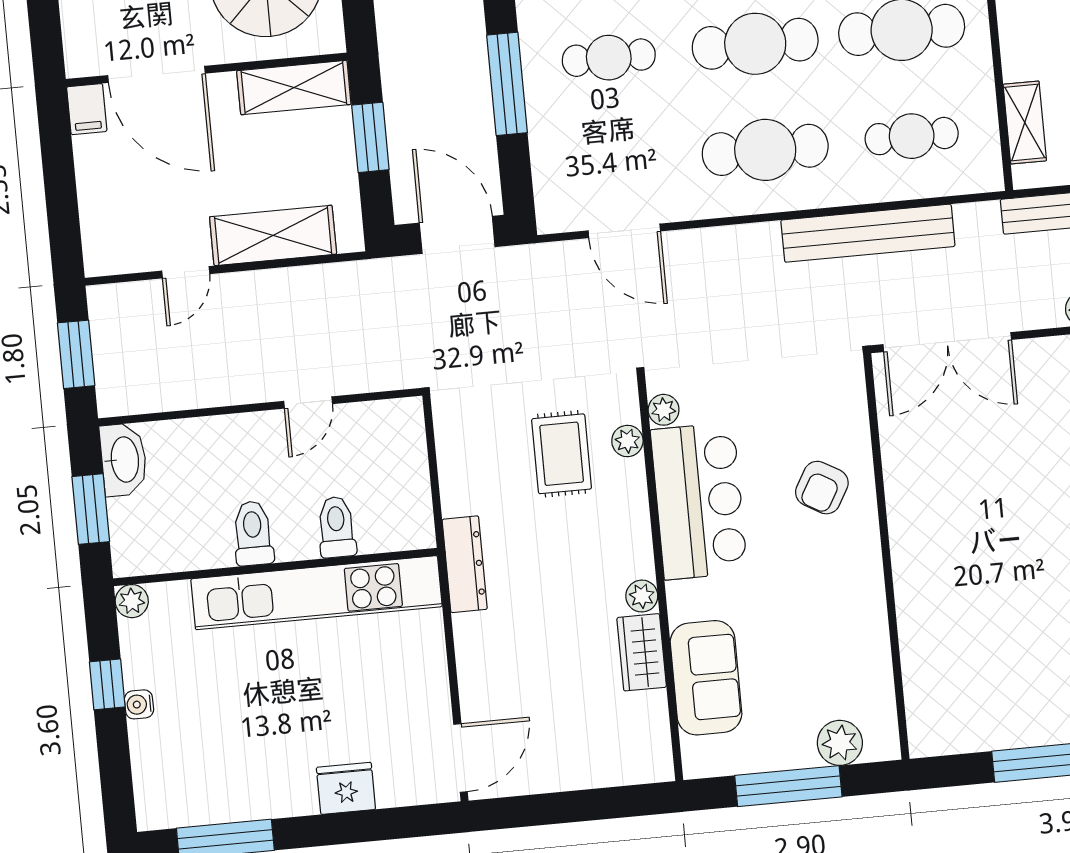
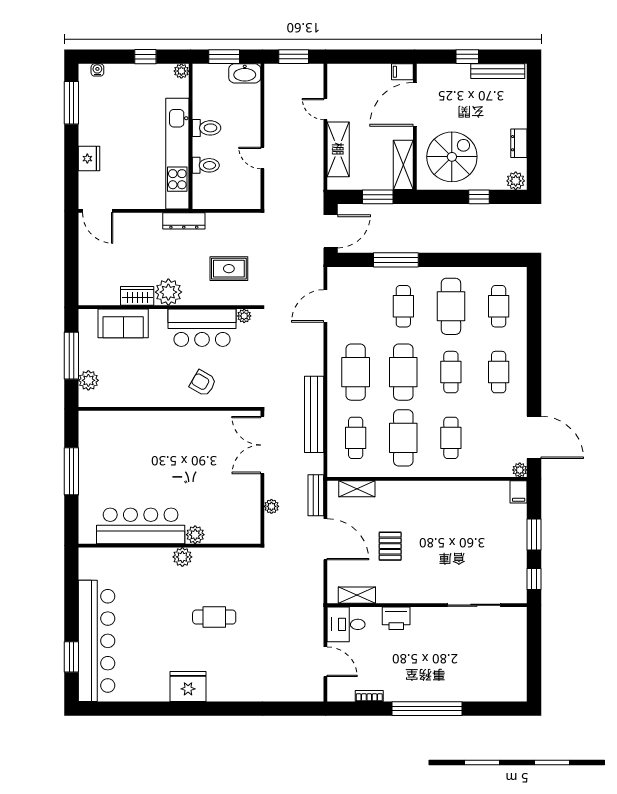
plant: (627, 441) -> (232, 298), removed
plant: (642, 596) -> (168, 292), width x1.88, depth x1.88
water cooler: (139, 704) -> (97, 70), moved

